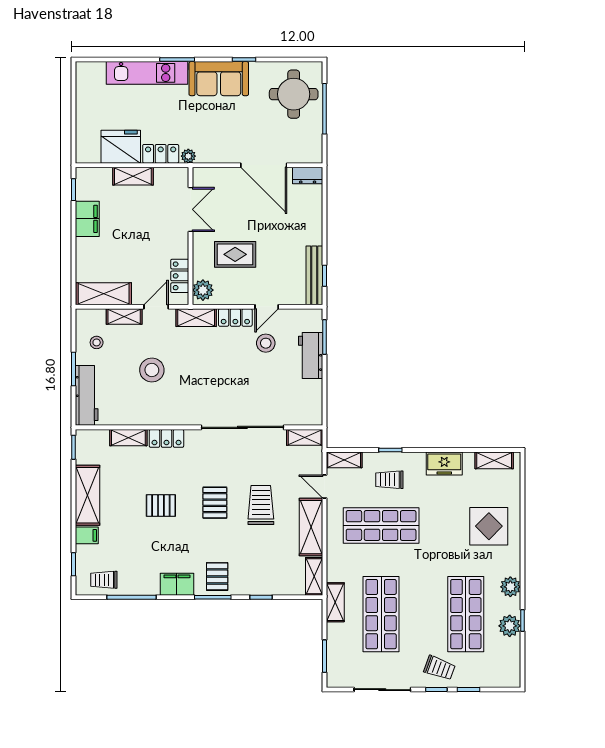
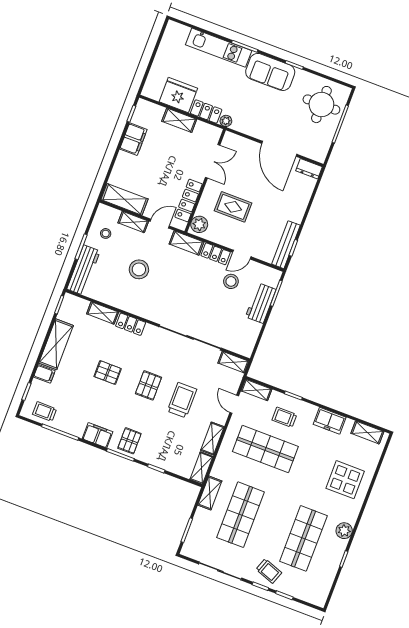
locker: (180, 276) -> (189, 200), width x1.53
shelving: (311, 527) -> (212, 438), width x0.67, depth x0.75
plant: (510, 626) -> (333, 559), removed

